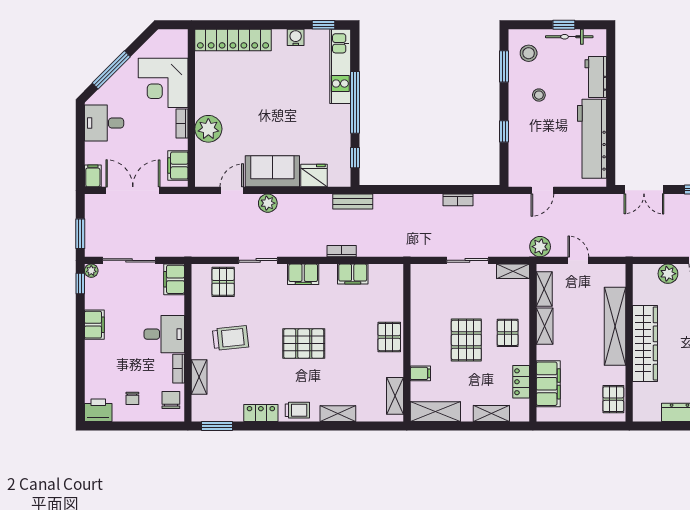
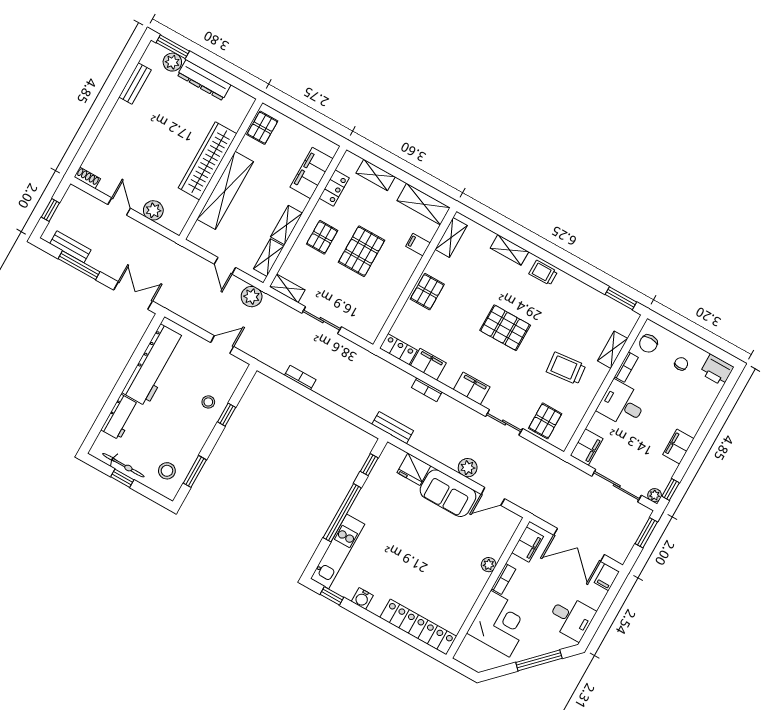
stool: (539, 95) -> (208, 402), moved
plant: (208, 129) -> (489, 565), width x0.53, depth x0.53
locker: (261, 413) -> (398, 349), moved, turned 180

